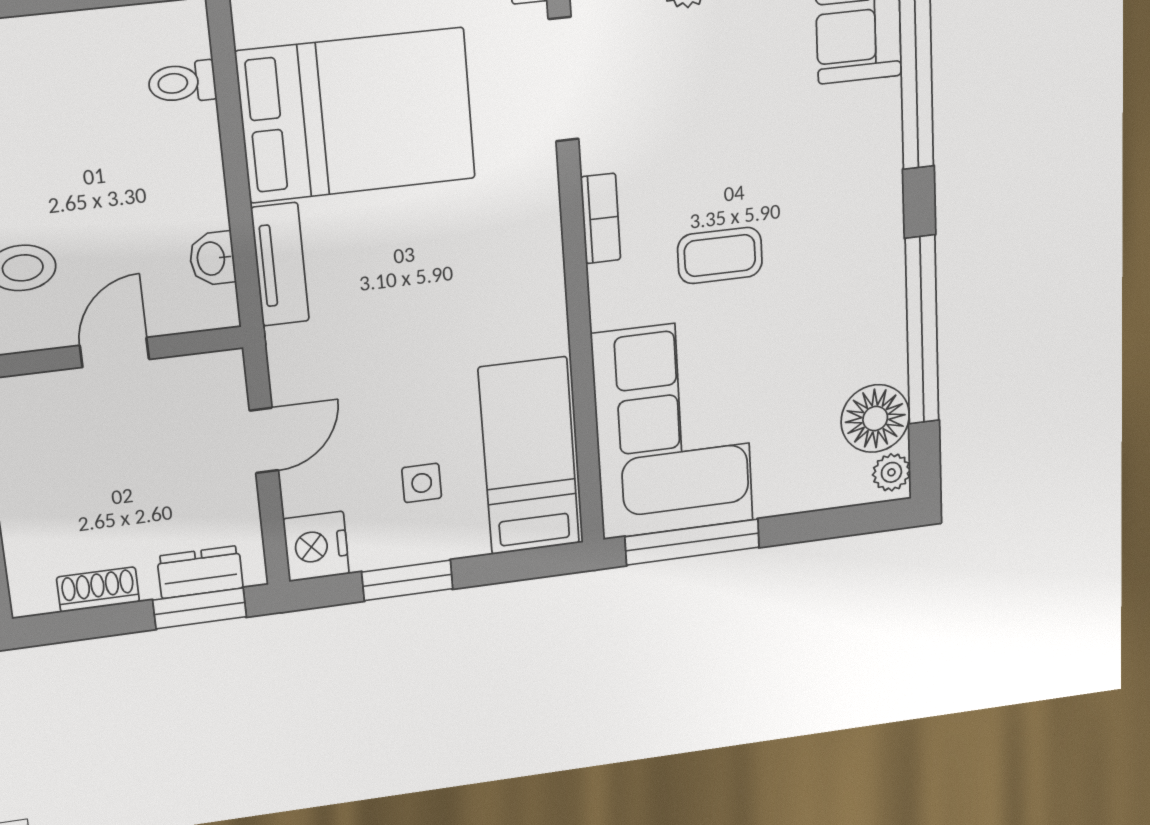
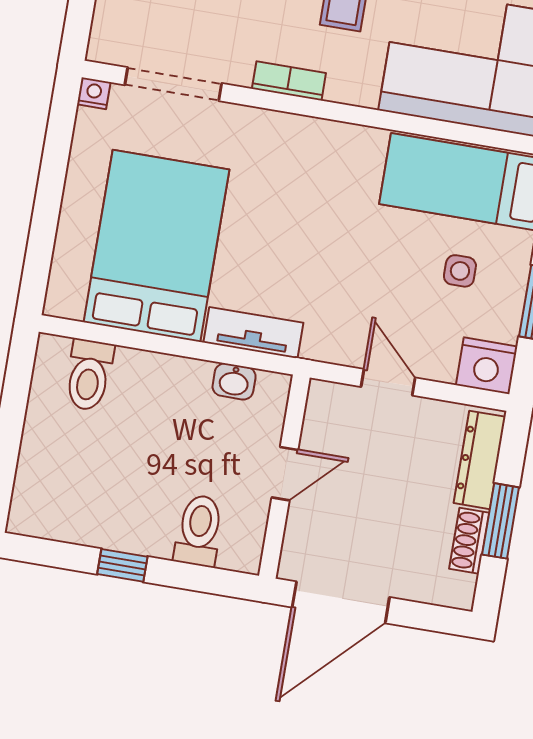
toilet: (182, 82) -> (89, 375), width x1.37, depth x1.39
door: (114, 352) -> (285, 474), swing flipped
dresser: (200, 572) -> (480, 460), width x1.44
window: (200, 608) -> (501, 521), moved

